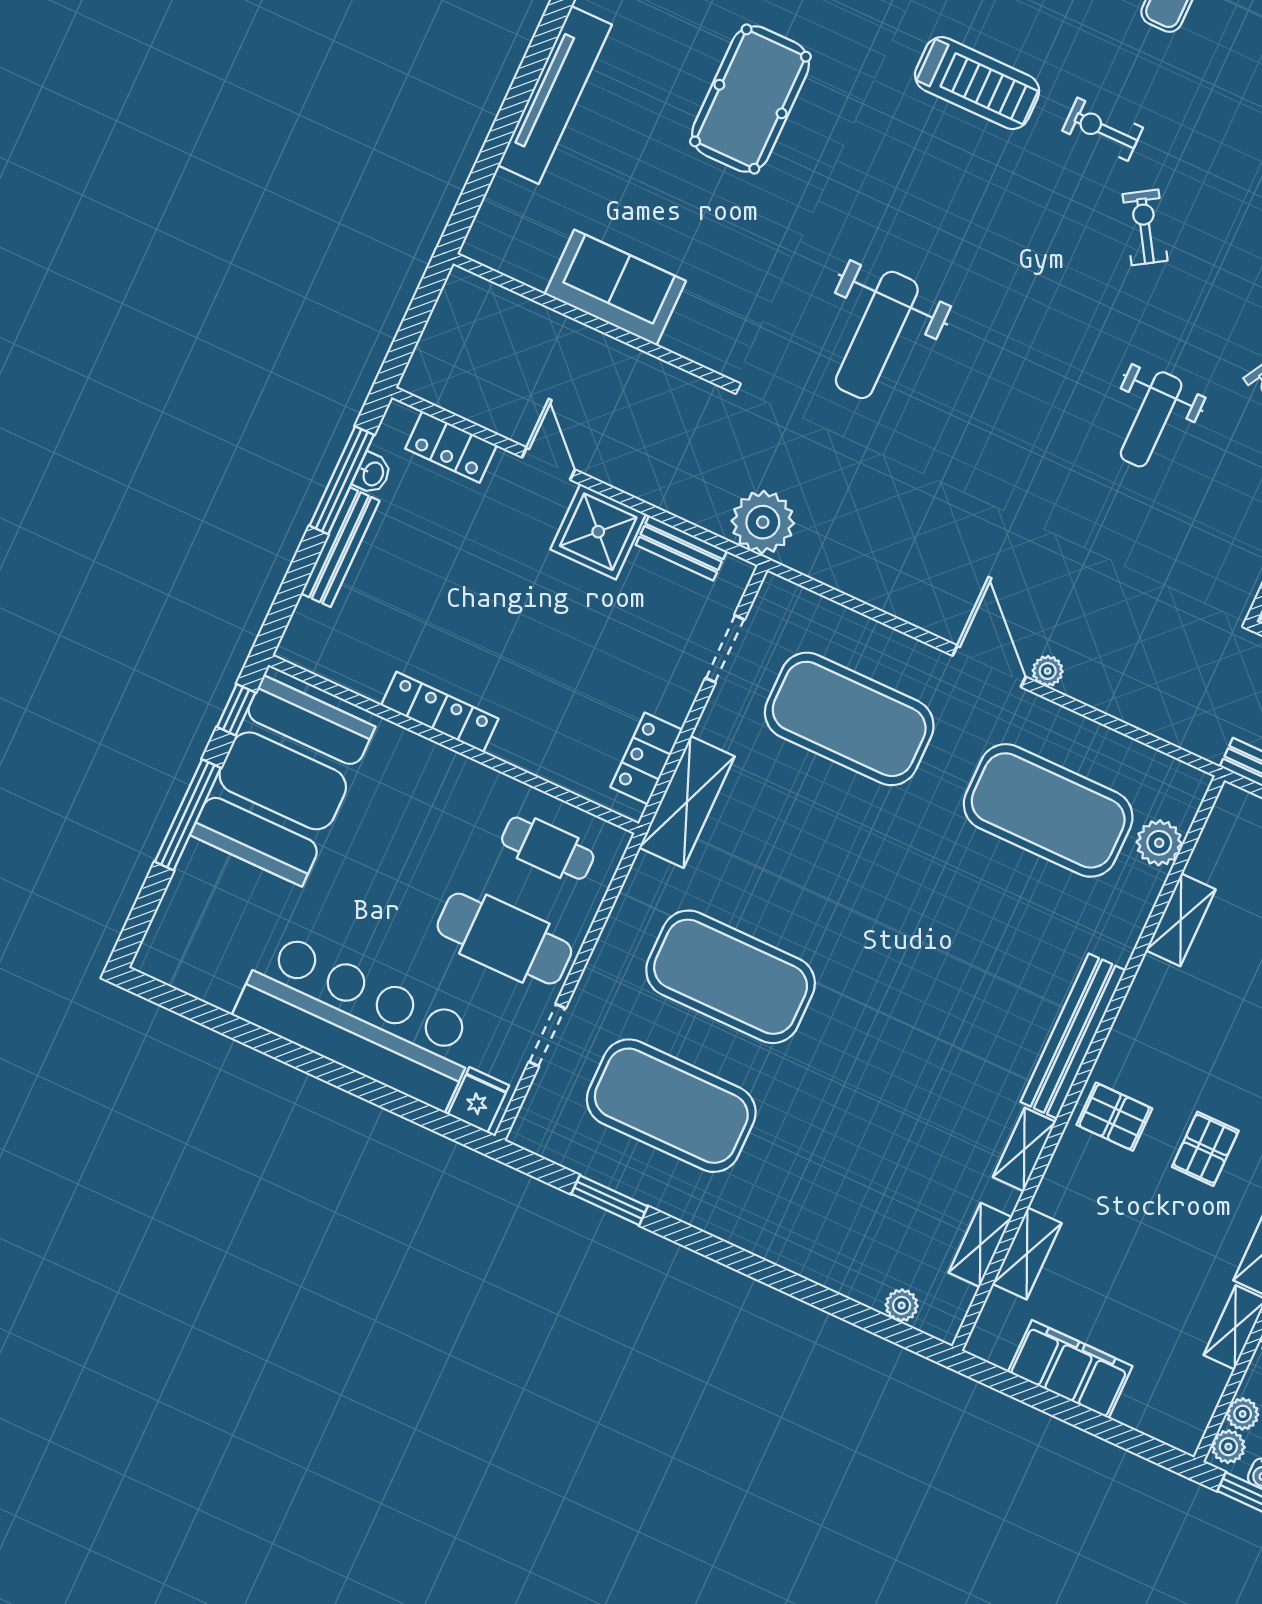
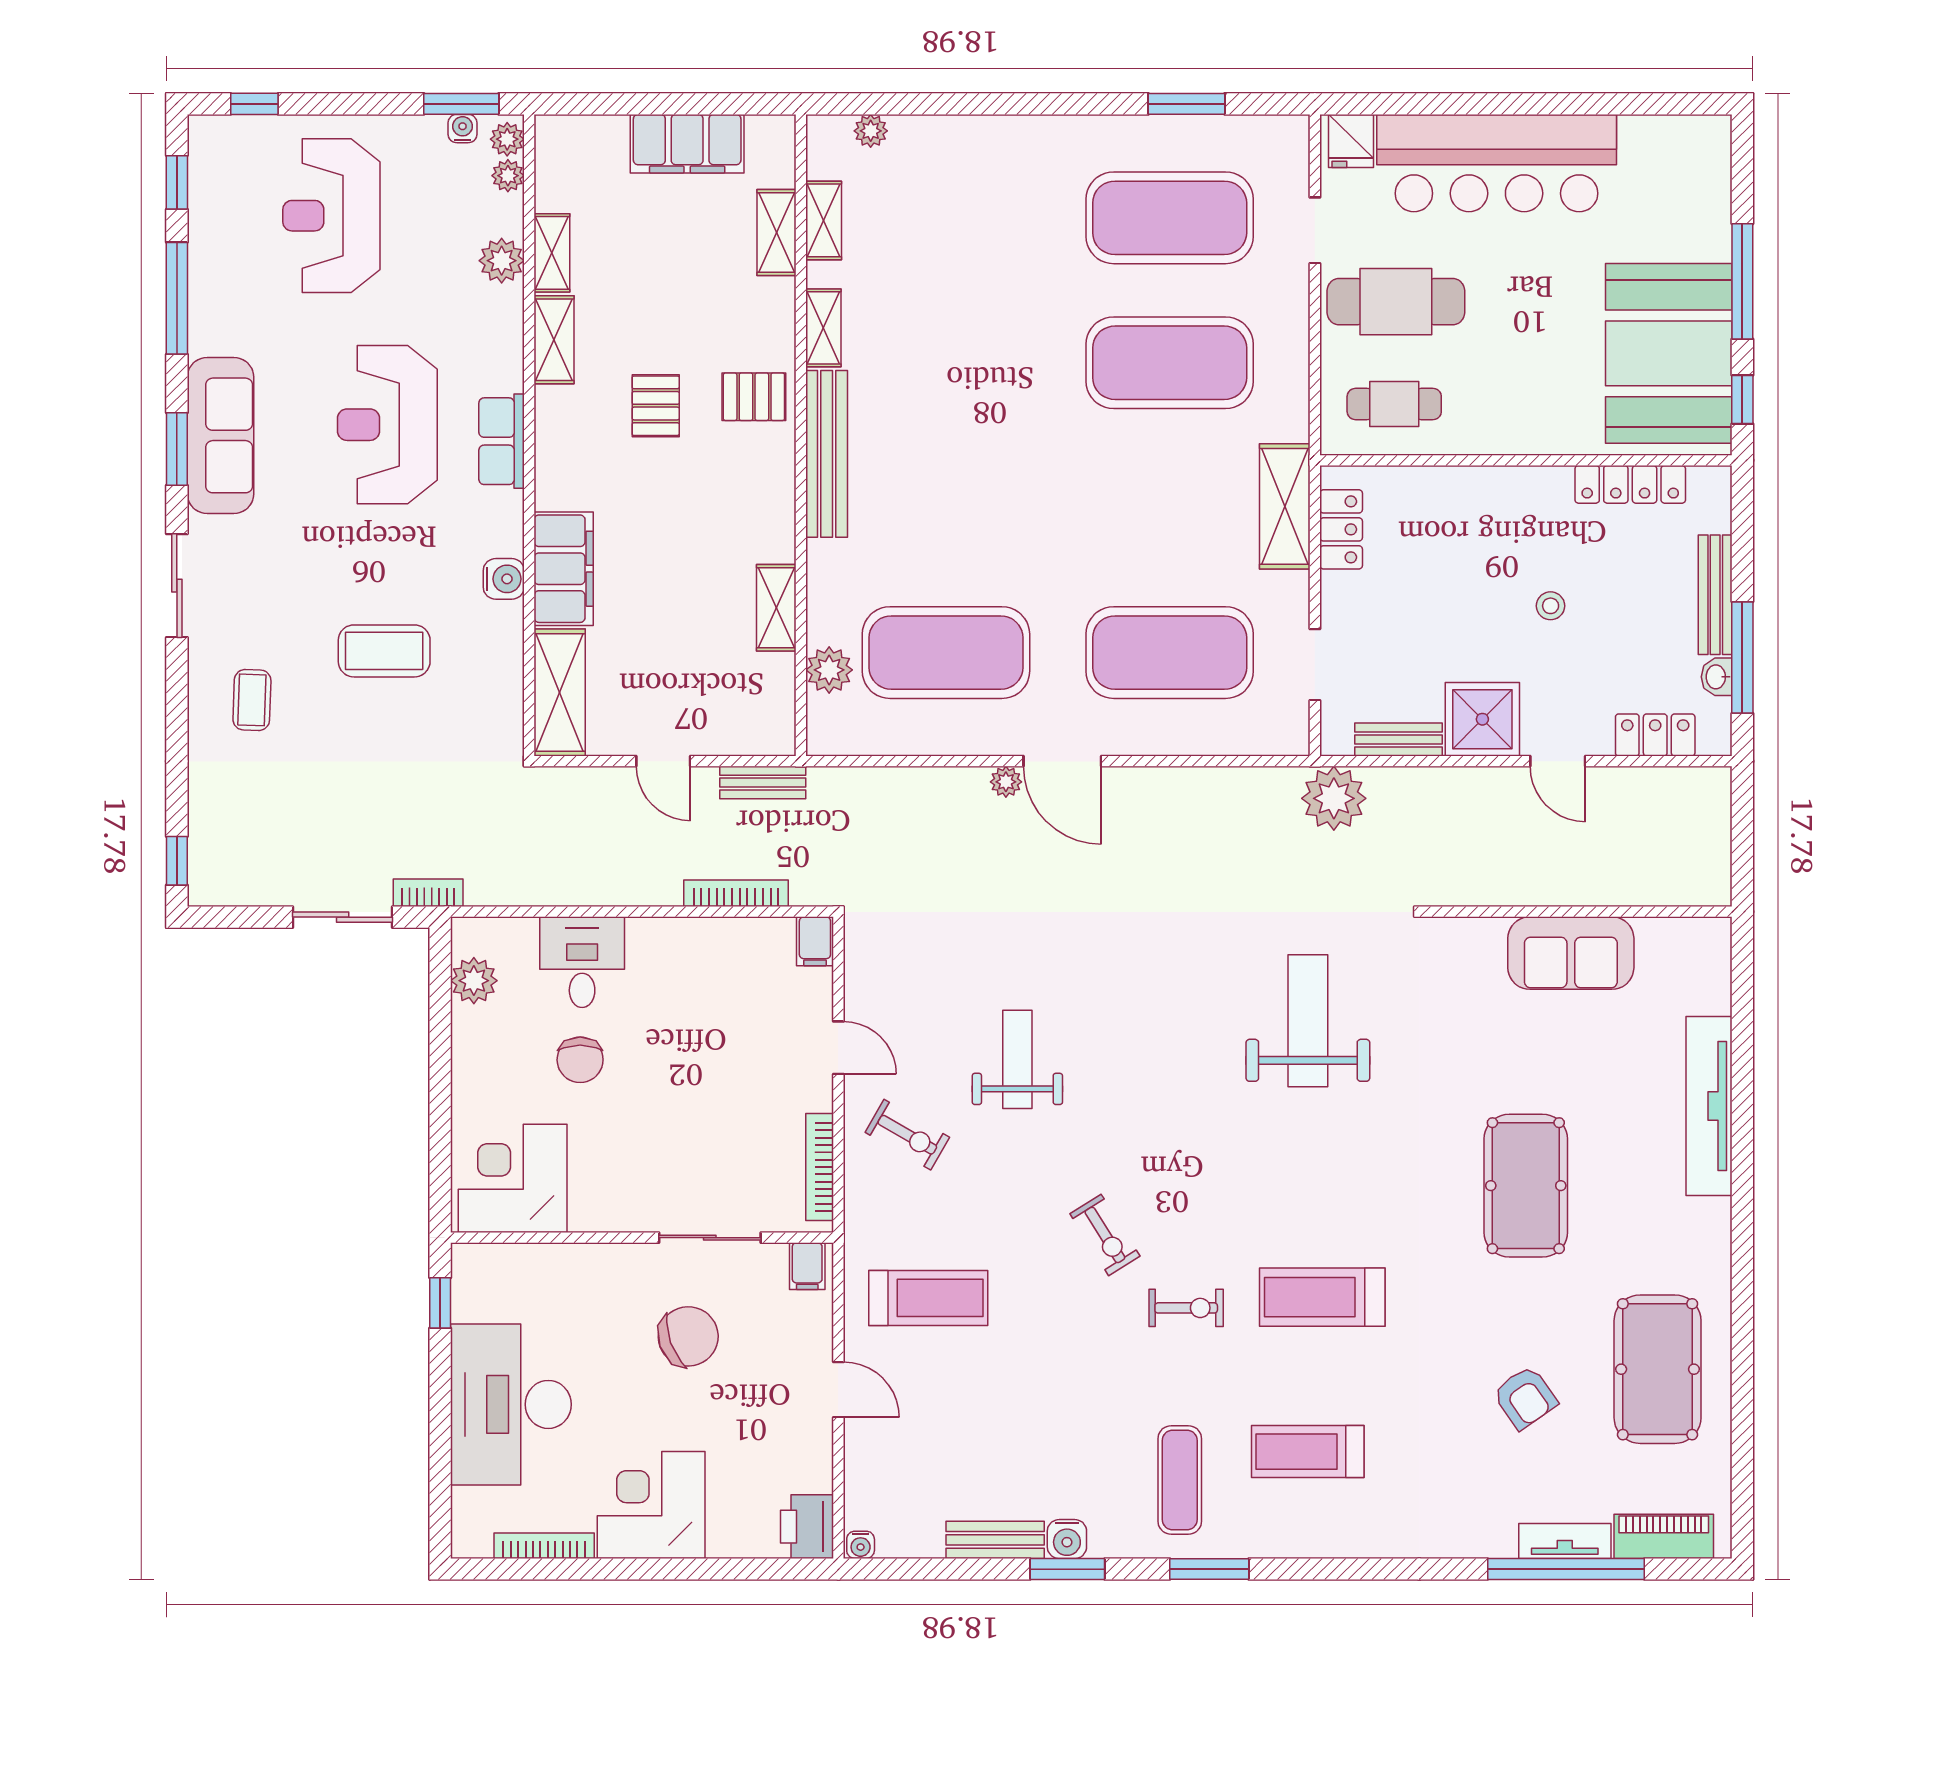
stool: (491, 605) -> (1551, 606), added
locker: (440, 712) -> (1630, 484), moved

